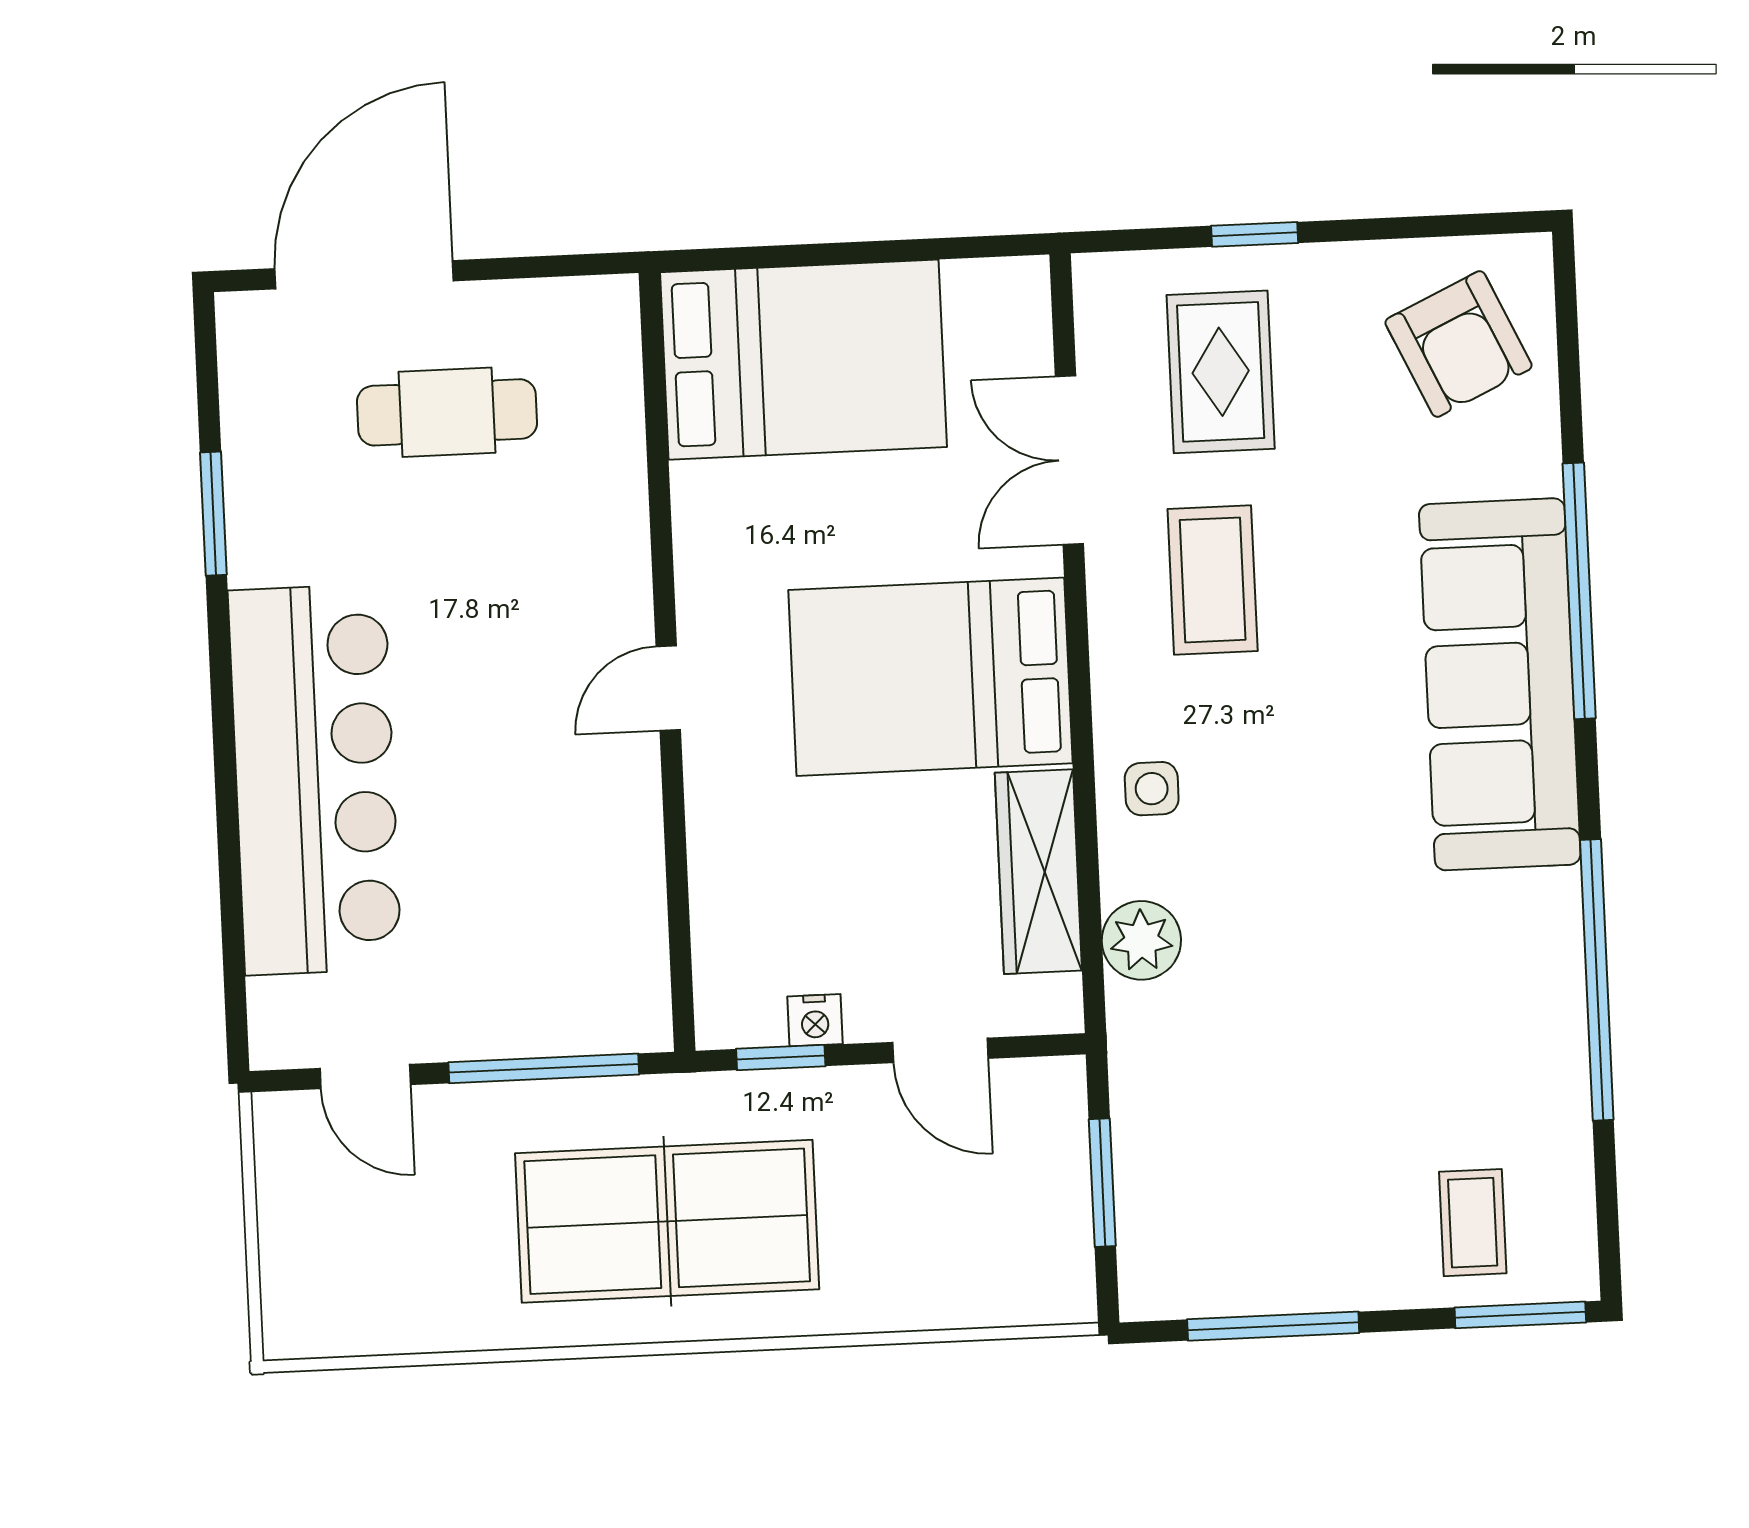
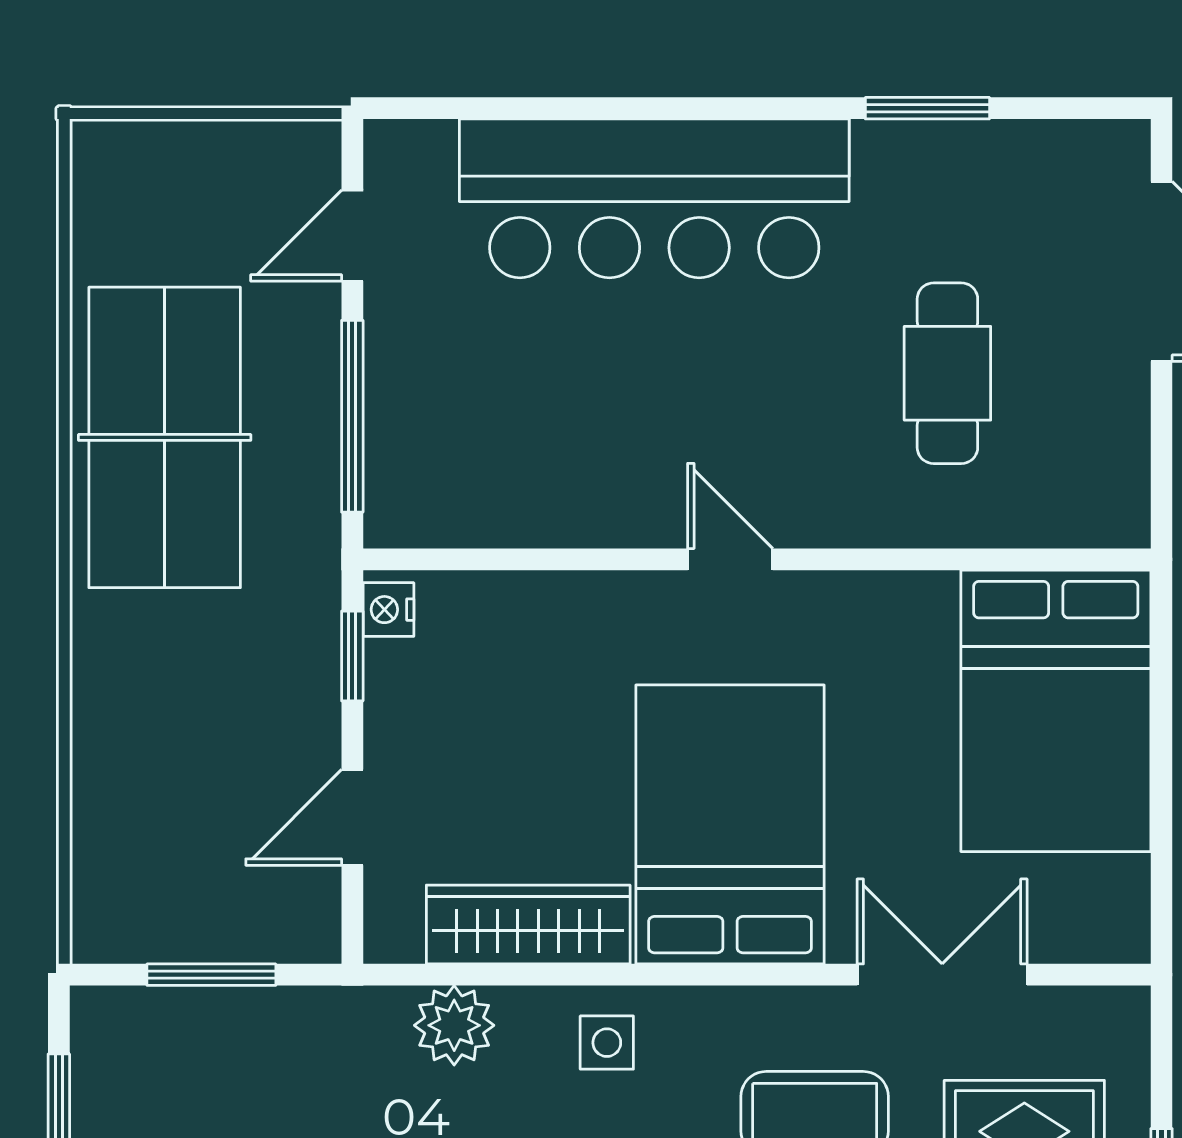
cafe table: (447, 412) -> (947, 373), moved
nightstand: (815, 1020) -> (388, 610), moved
table tennis table: (667, 1221) -> (165, 437), moved

